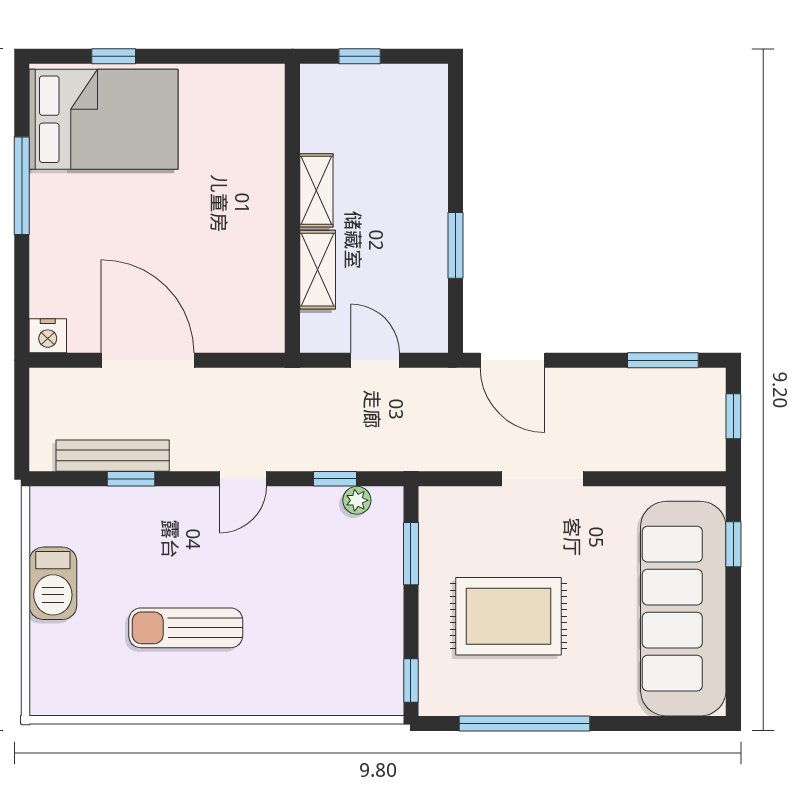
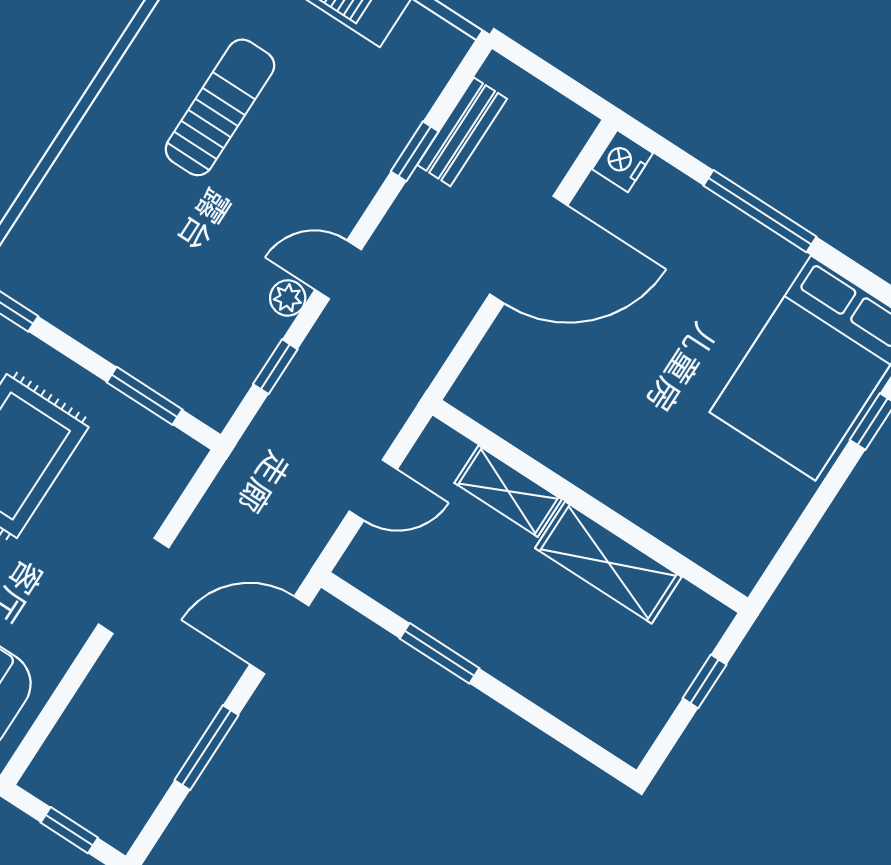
window: (22, 186) -> (760, 211), moved
shelving: (316, 190) -> (608, 562), width x1.50, depth x1.33
window: (663, 360) -> (207, 748), moved
bench: (113, 456) -> (462, 132), width x0.73
door: (243, 479) -> (338, 270), hinge flipped
plant: (357, 500) -> (288, 298), moved

